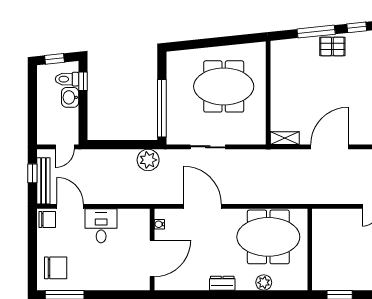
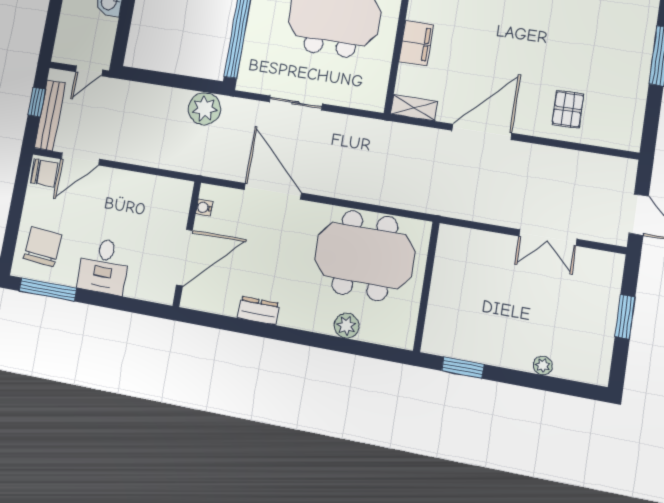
filing cabinet: (280, 96) -> (416, 43), added
door: (70, 206) -> (80, 159), swing flipped
desk: (101, 226) -> (104, 266), moved, turned 180
chair: (56, 268) -> (43, 247), turned -85
dresser: (222, 283) -> (259, 311), moved

